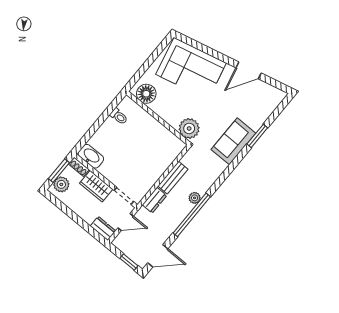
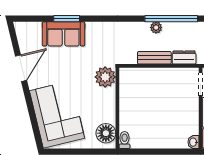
door: (249, 70) -> (21, 68), hinge flipped
toilet: (119, 116) -> (125, 140), moved
sofa: (233, 141) -> (63, 34), moved
washbasin: (91, 156) -> (193, 142), width x0.52, depth x0.69

